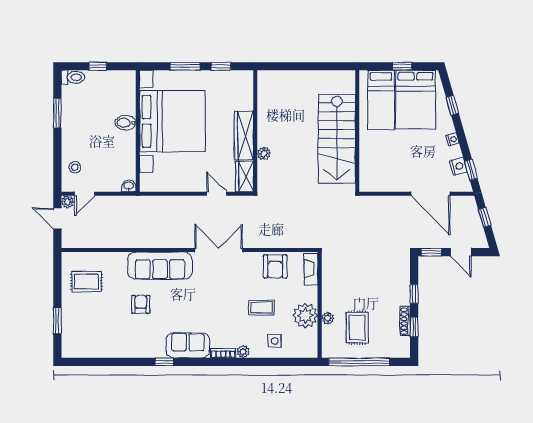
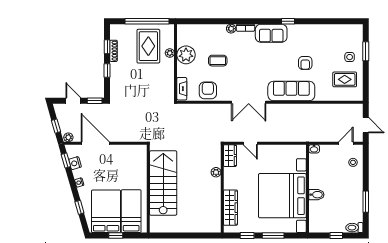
wardrobe: (244, 136) -> (230, 208), moved
plant: (68, 202) -> (68, 137), moved
rug: (357, 328) -> (148, 46), width x1.36, depth x1.43
side table: (275, 341) -> (350, 57), moved

